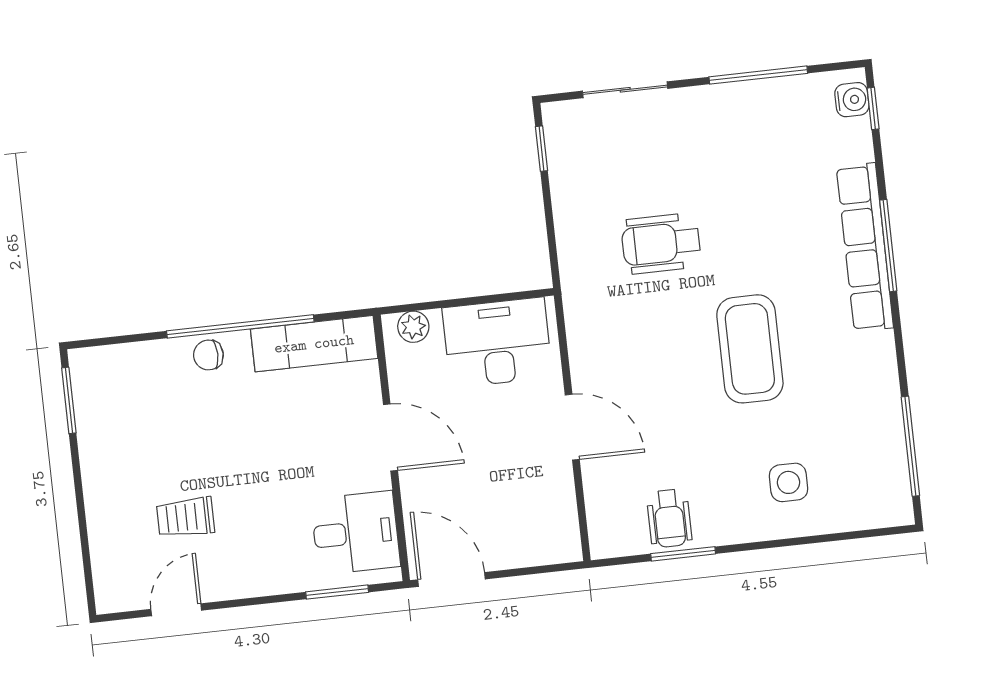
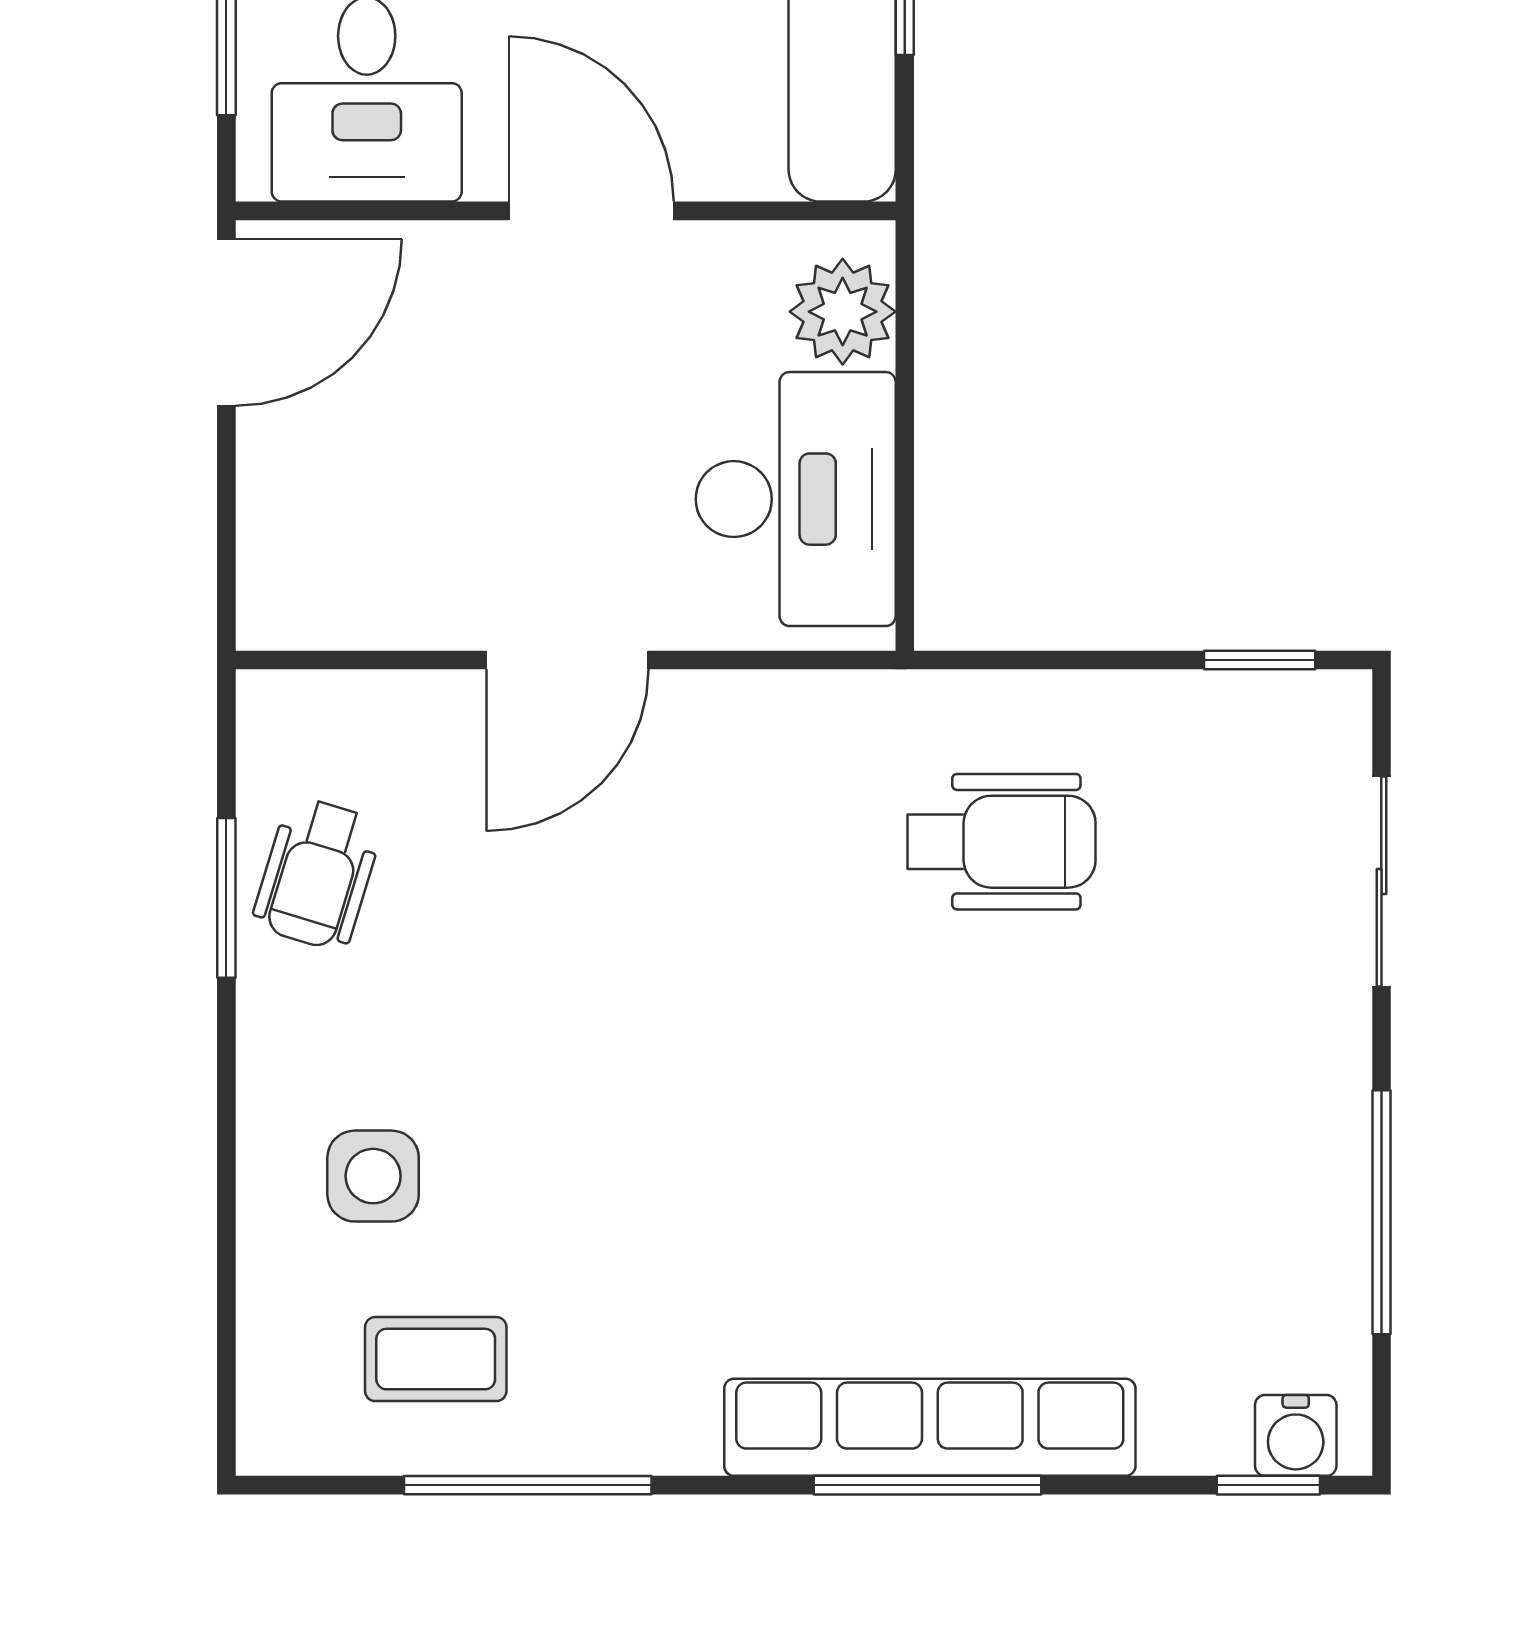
wheelchair: (661, 243) -> (1001, 842), moved, turned 90
plant: (413, 327) -> (843, 312), width x1.38, depth x1.38
coffee table: (750, 349) -> (436, 1359), moved, width x0.54, depth x0.58
door: (390, 438) -> (591, 211), swing flipped
window: (910, 446) -> (528, 1485), moved
wheelchair: (669, 518) -> (317, 874), turned -73

